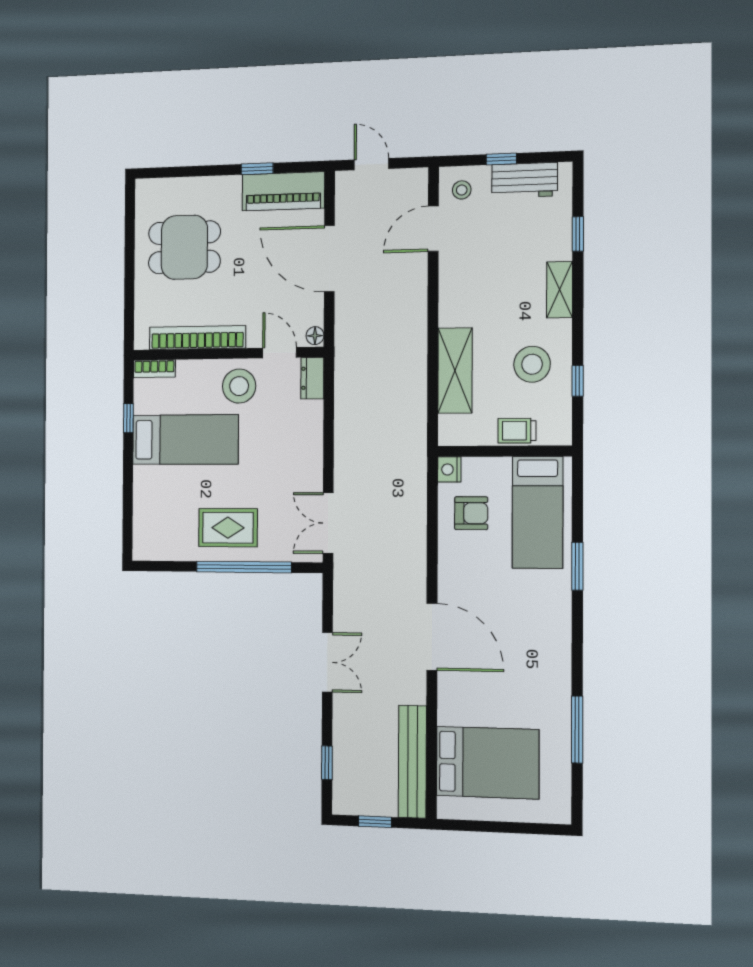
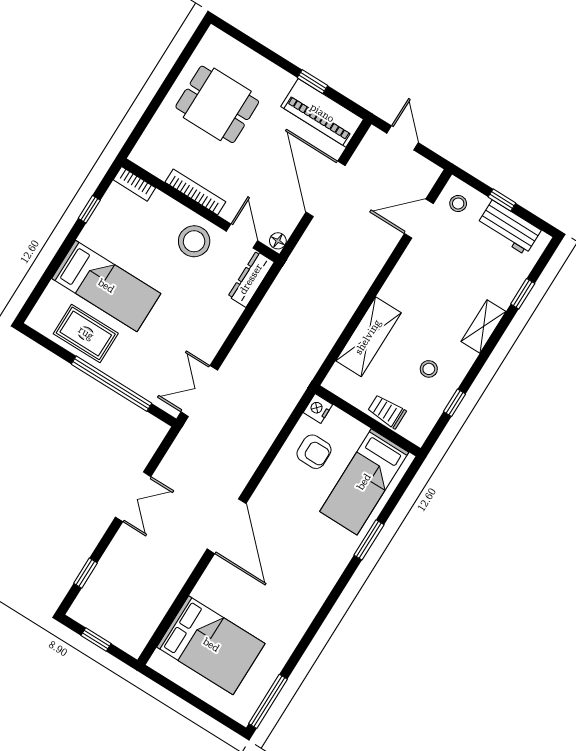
bookcase: (197, 338) -> (195, 192), width x0.68, depth x0.76
stool: (532, 364) -> (429, 369), width x0.53, depth x0.53
dresser: (312, 378) -> (251, 279), width x1.44
bed: (185, 440) -> (106, 286), moved
rug: (228, 528) -> (86, 333), moved
window: (577, 730) -> (268, 701), moved
bench: (412, 762) -> (153, 611), removed

